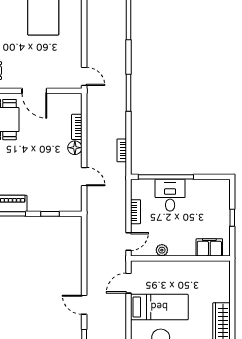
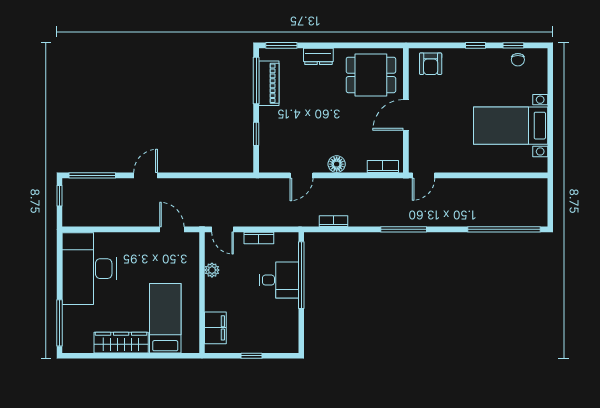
bookcase: (77, 127) -> (383, 166), moved
bed: (159, 307) -> (165, 318), moved, turned 180

